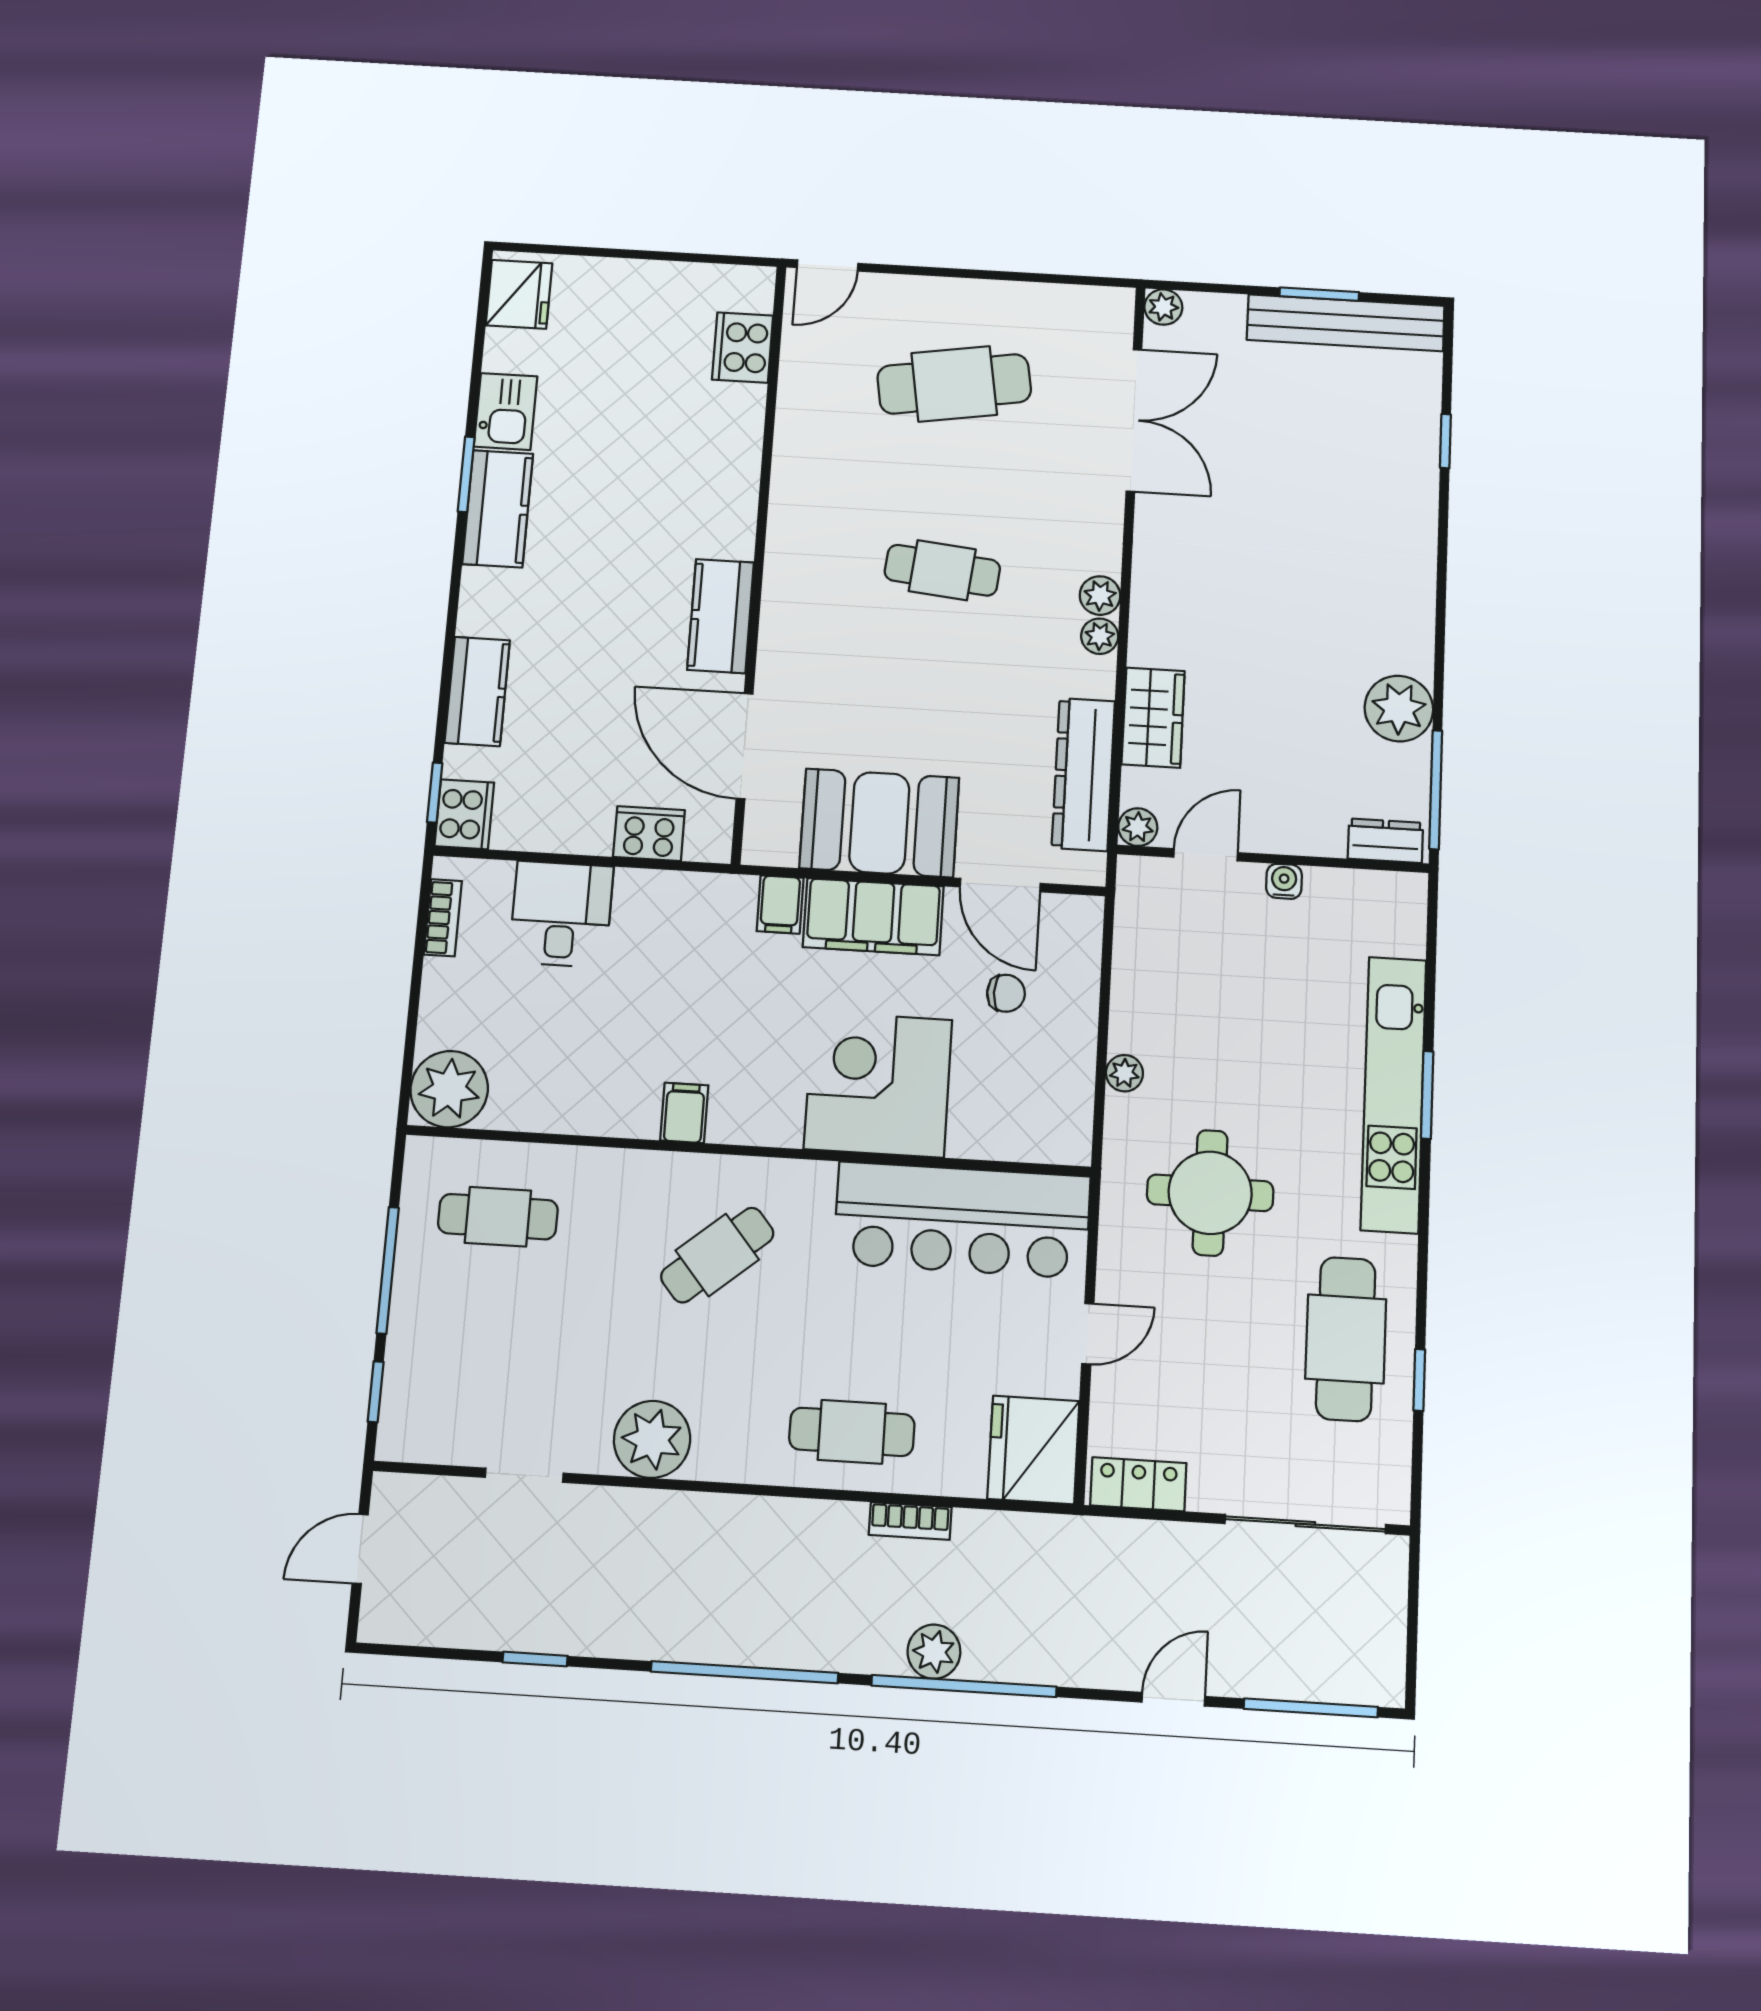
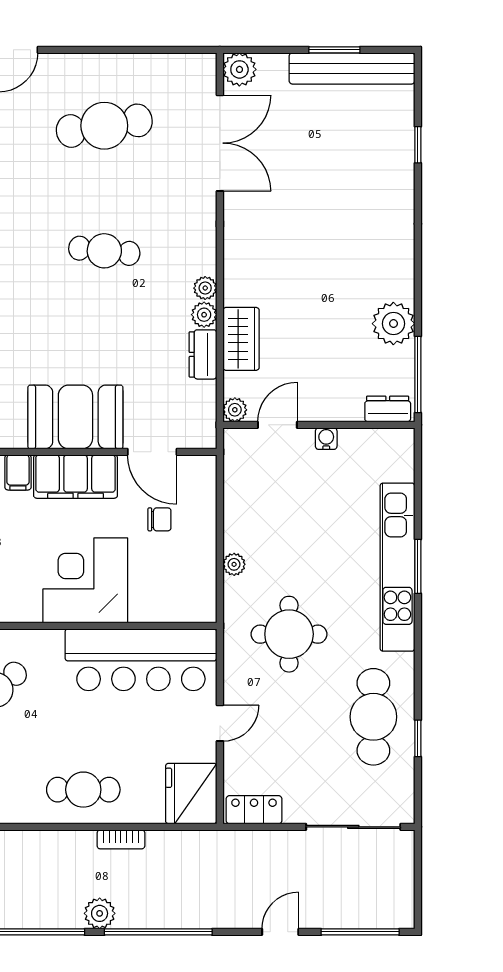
plant: (1163, 307) -> (239, 69), width x1.38, depth x1.38
plant: (1100, 596) -> (204, 315), moved
dresser: (1083, 774) -> (203, 354), width x0.51, depth x0.80
plant: (934, 1652) -> (100, 913), moved

